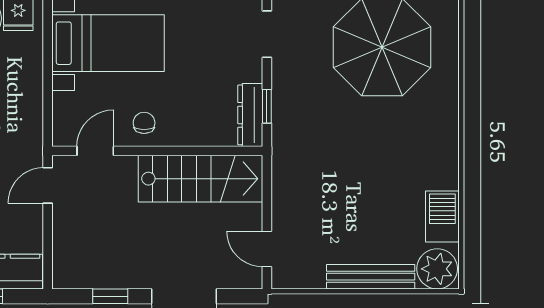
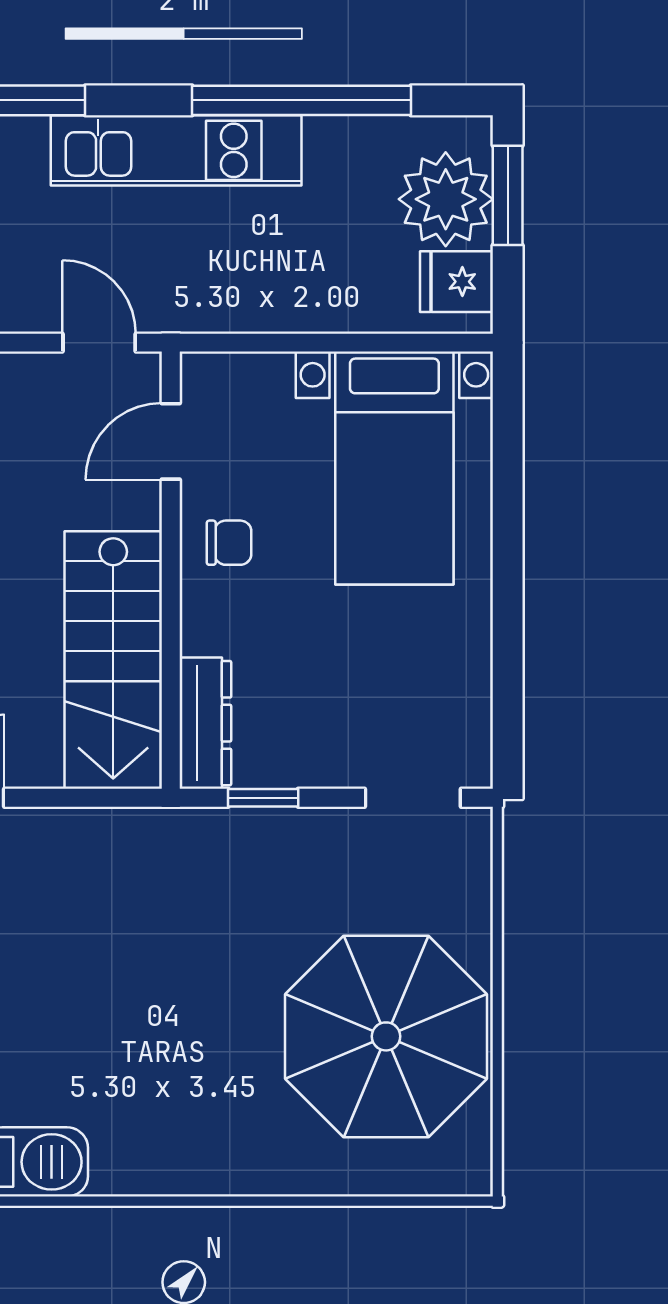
dresser: (250, 115) -> (205, 723), moved, turned 90
door: (95, 151) -> (171, 441), swing flipped

